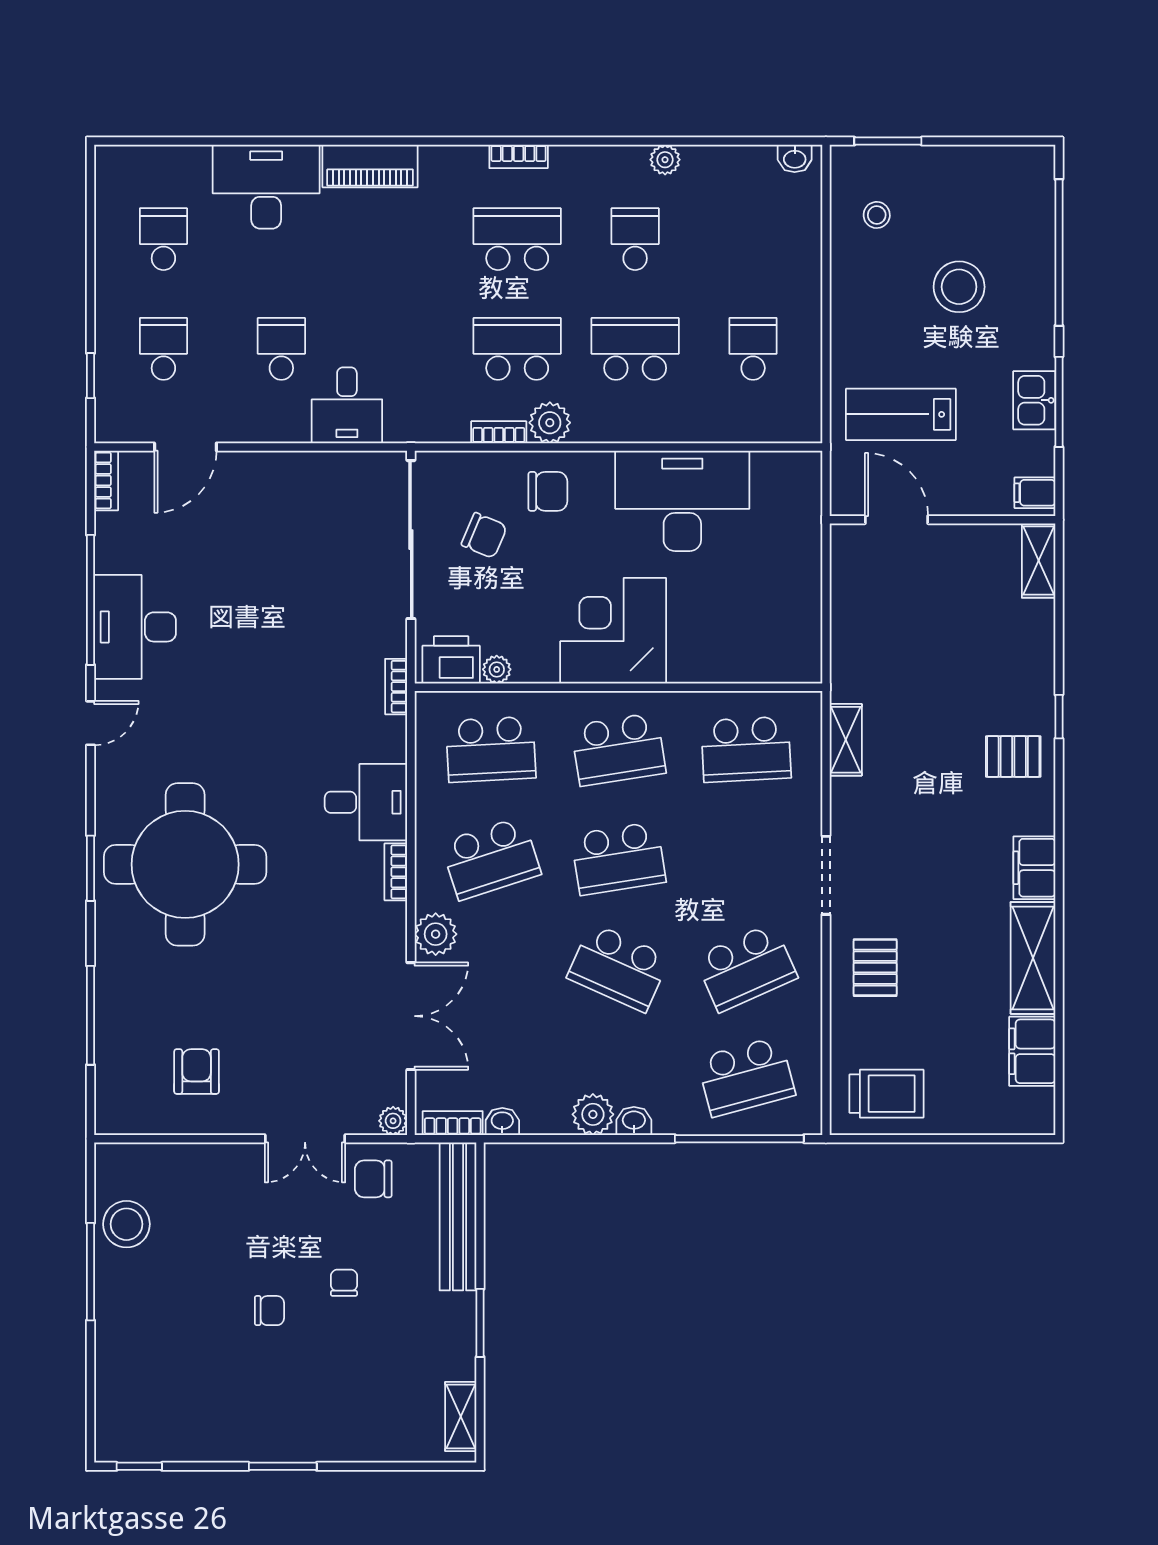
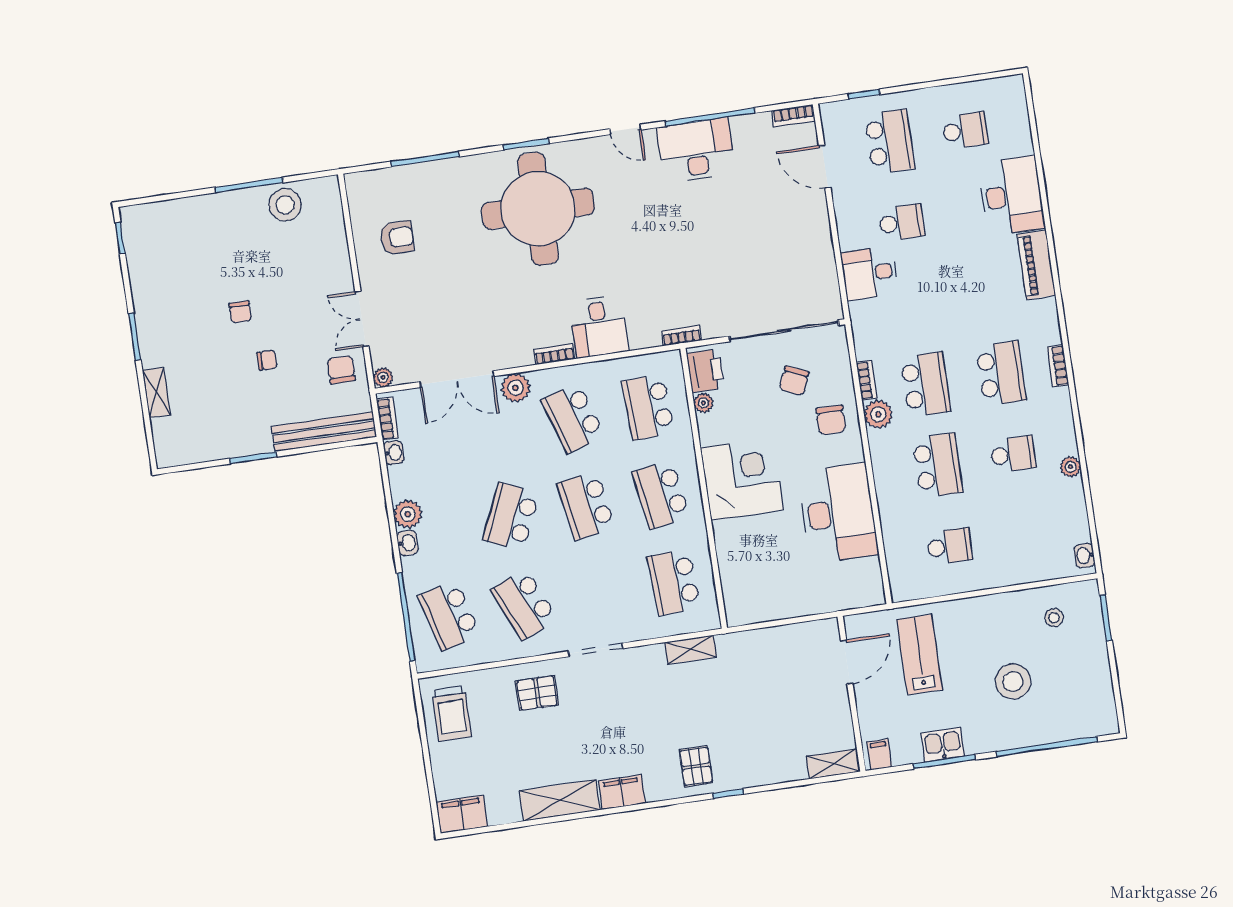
school desk: (163, 349) -> (890, 142), width x1.85
filing cabinet: (1032, 1051) -> (462, 814), moved
shelving: (461, 1416) -> (156, 392), moved, turned 90

